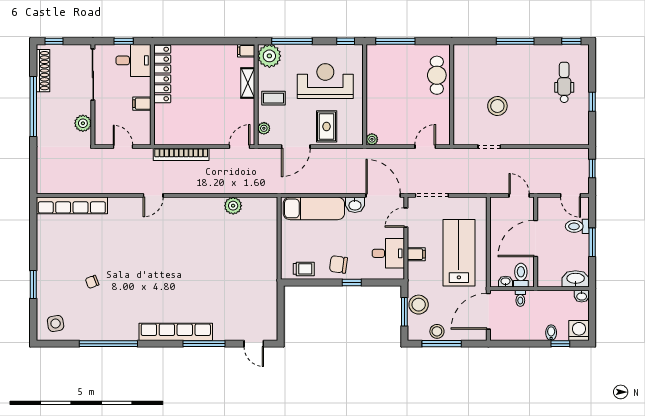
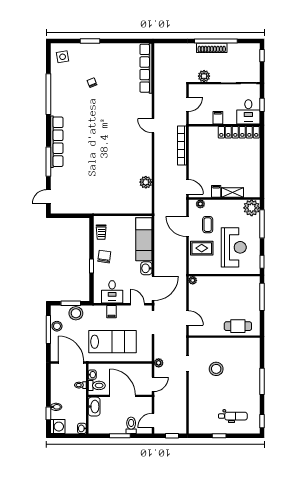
filing cabinet: (246, 51) -> (216, 191), moved
shoe rack: (43, 71) -> (212, 48), moved
coffee table: (274, 98) -> (208, 225), moved
plant: (489, 188) -> (159, 363), added
washbasin: (576, 279) -> (94, 407), moved

